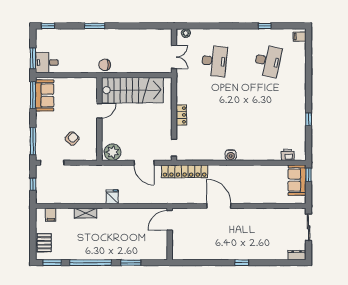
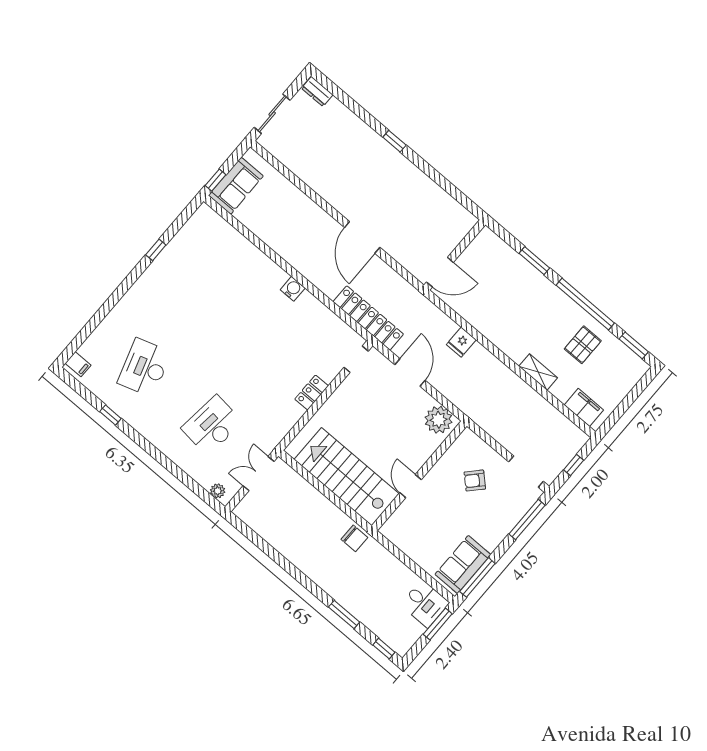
window: (95, 26) -> (344, 614), moved
desk: (268, 61) -> (144, 368), turned -30
door: (99, 111) -> (410, 486), hinge flipped
printer: (288, 155) -> (220, 228), removed
fridge: (112, 197) -> (461, 342), moved
filing cabinet: (51, 215) -> (584, 407), width x2.00
pallet: (44, 243) -> (583, 345), moved

